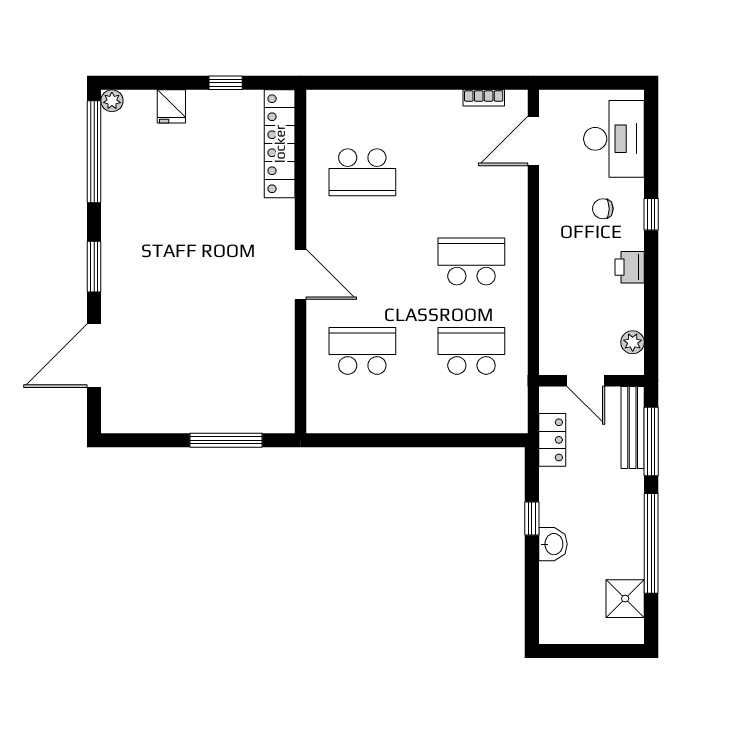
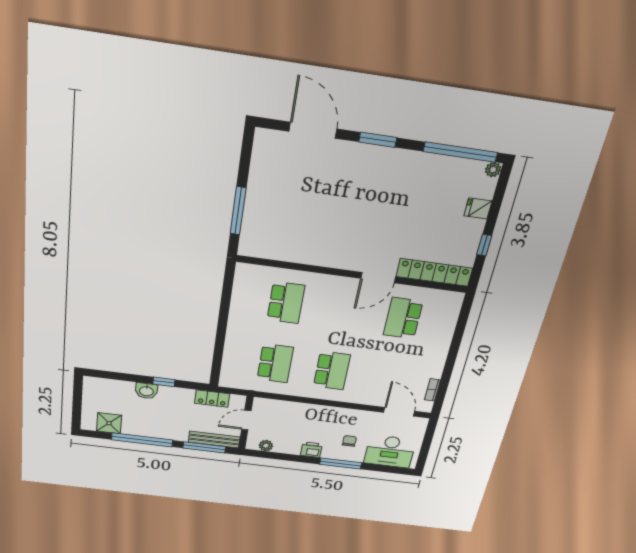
window: (651, 214) -> (341, 464), width x2.17
door: (300, 274) -> (378, 278), moved

